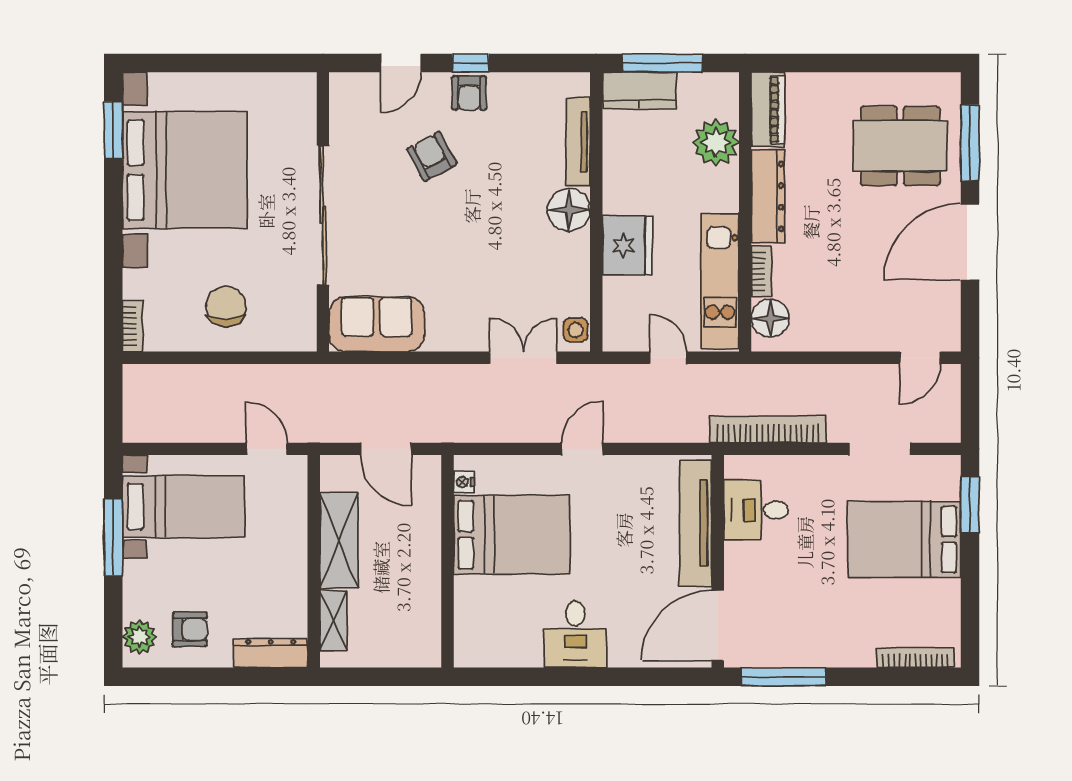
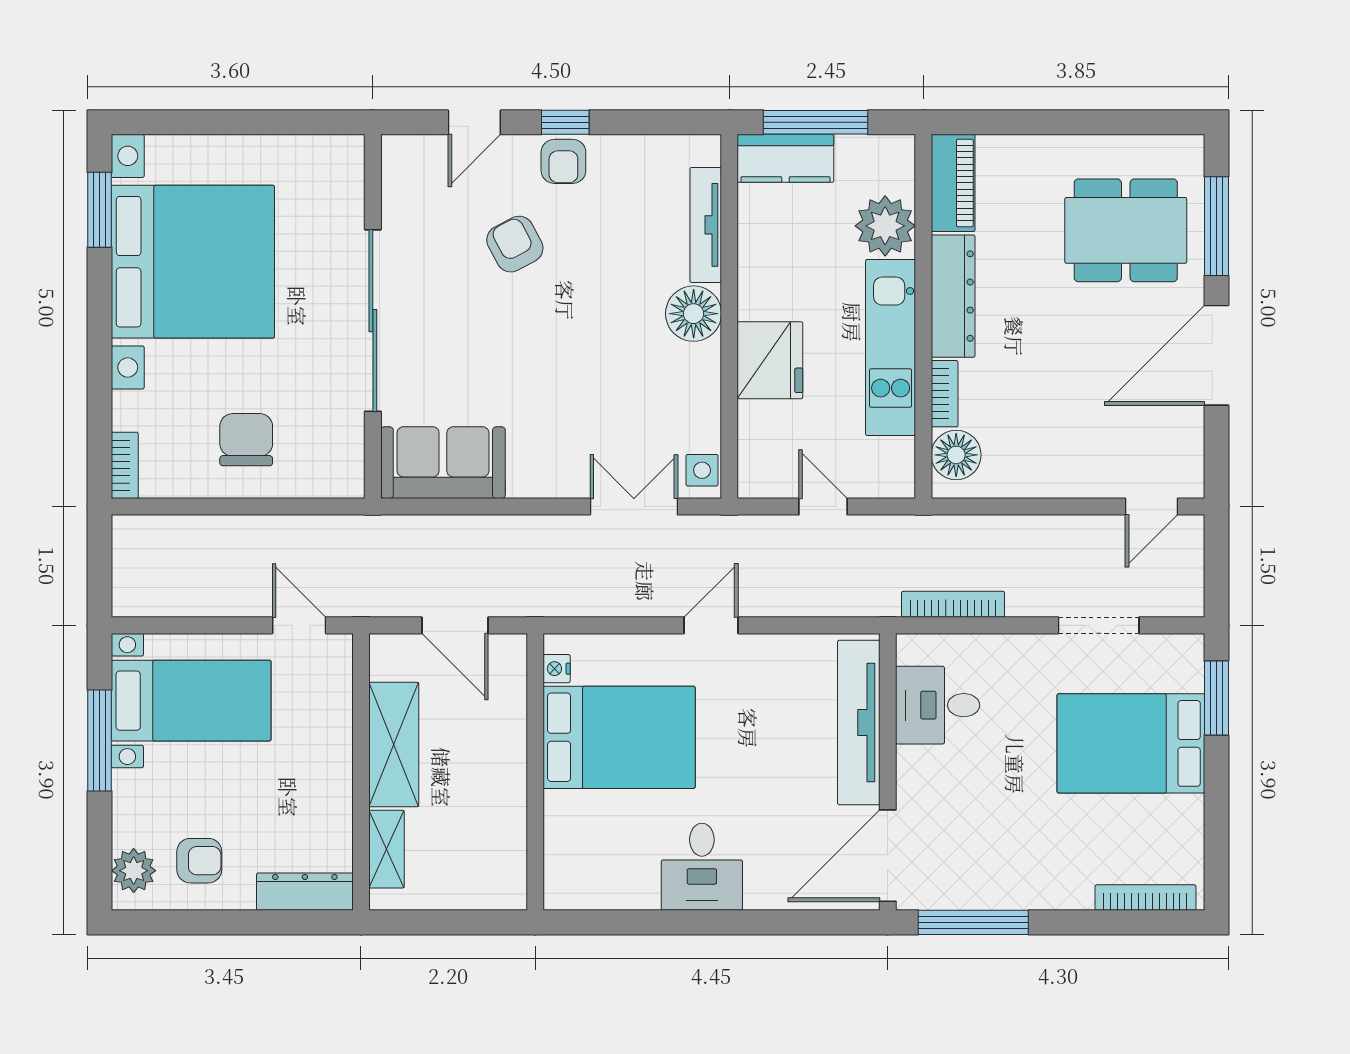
kitchen unit: (720, 281) -> (891, 347), moved
bookcase: (768, 430) -> (953, 604), width x0.68, depth x0.76

